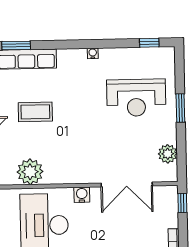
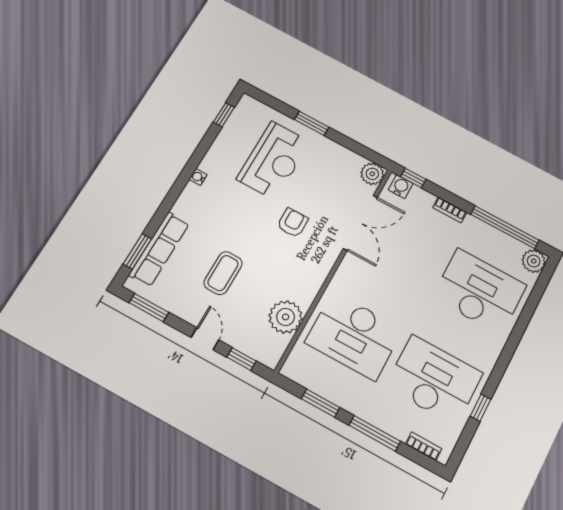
armchair: (99, 138) -> (293, 223), added
plant: (168, 154) -> (372, 174), moved
water cooler: (82, 195) -> (401, 187), moved, turned 90

